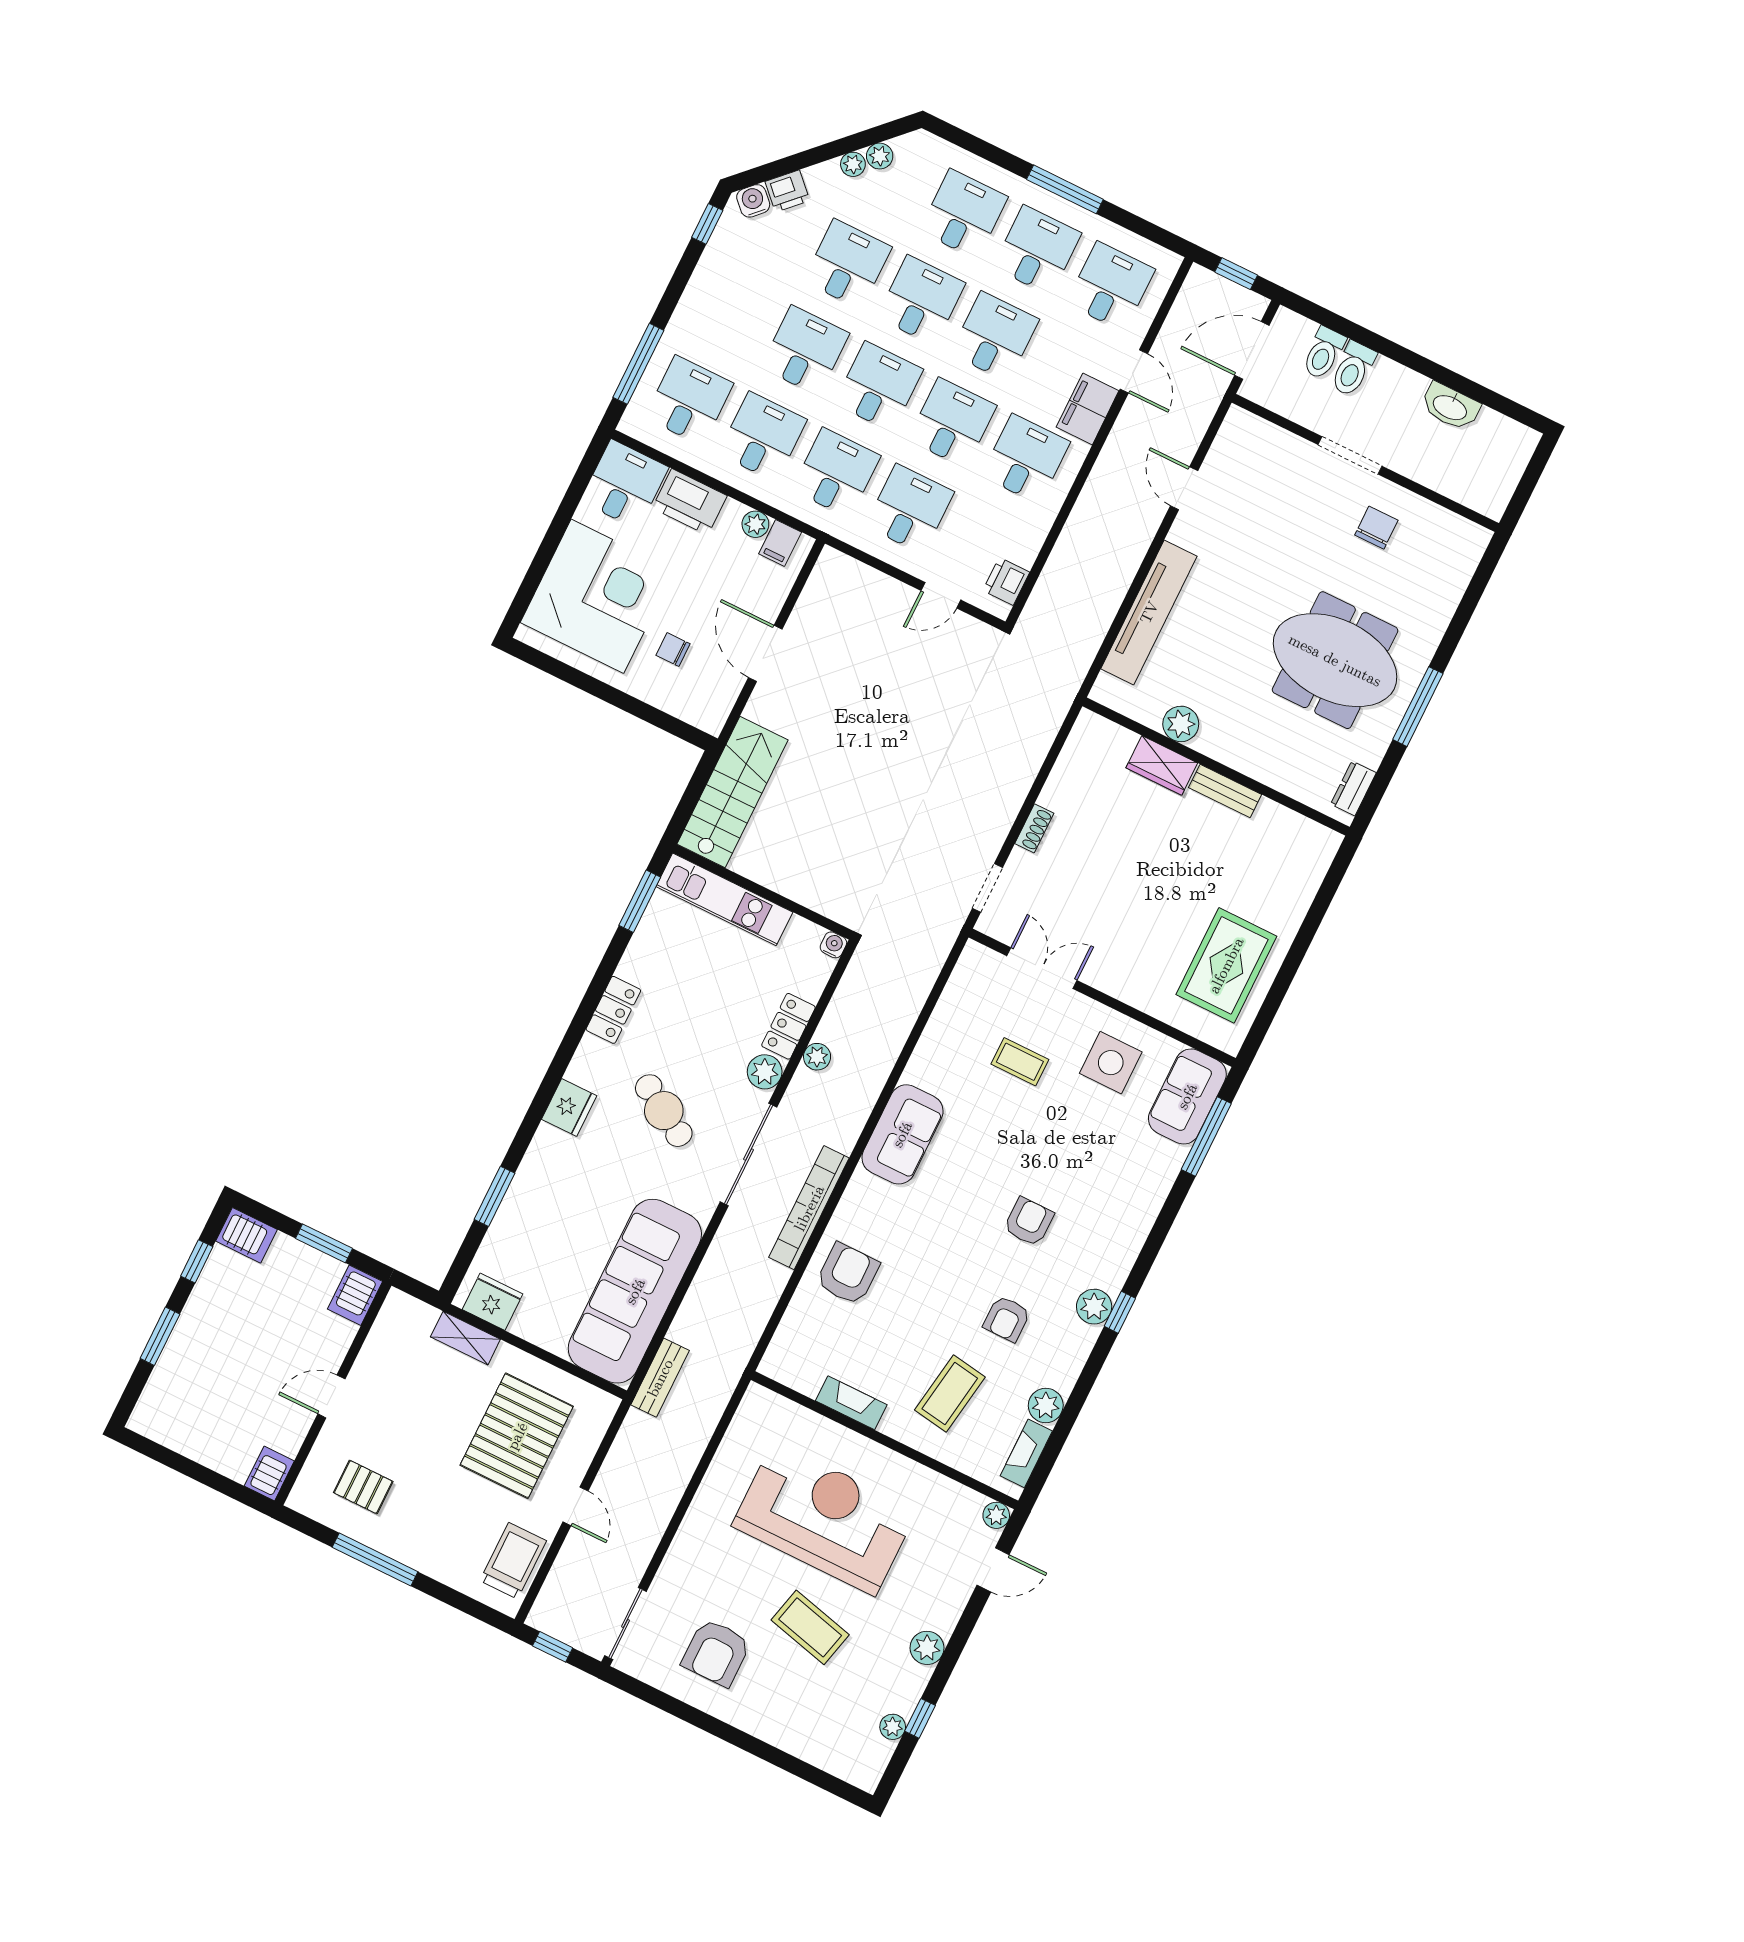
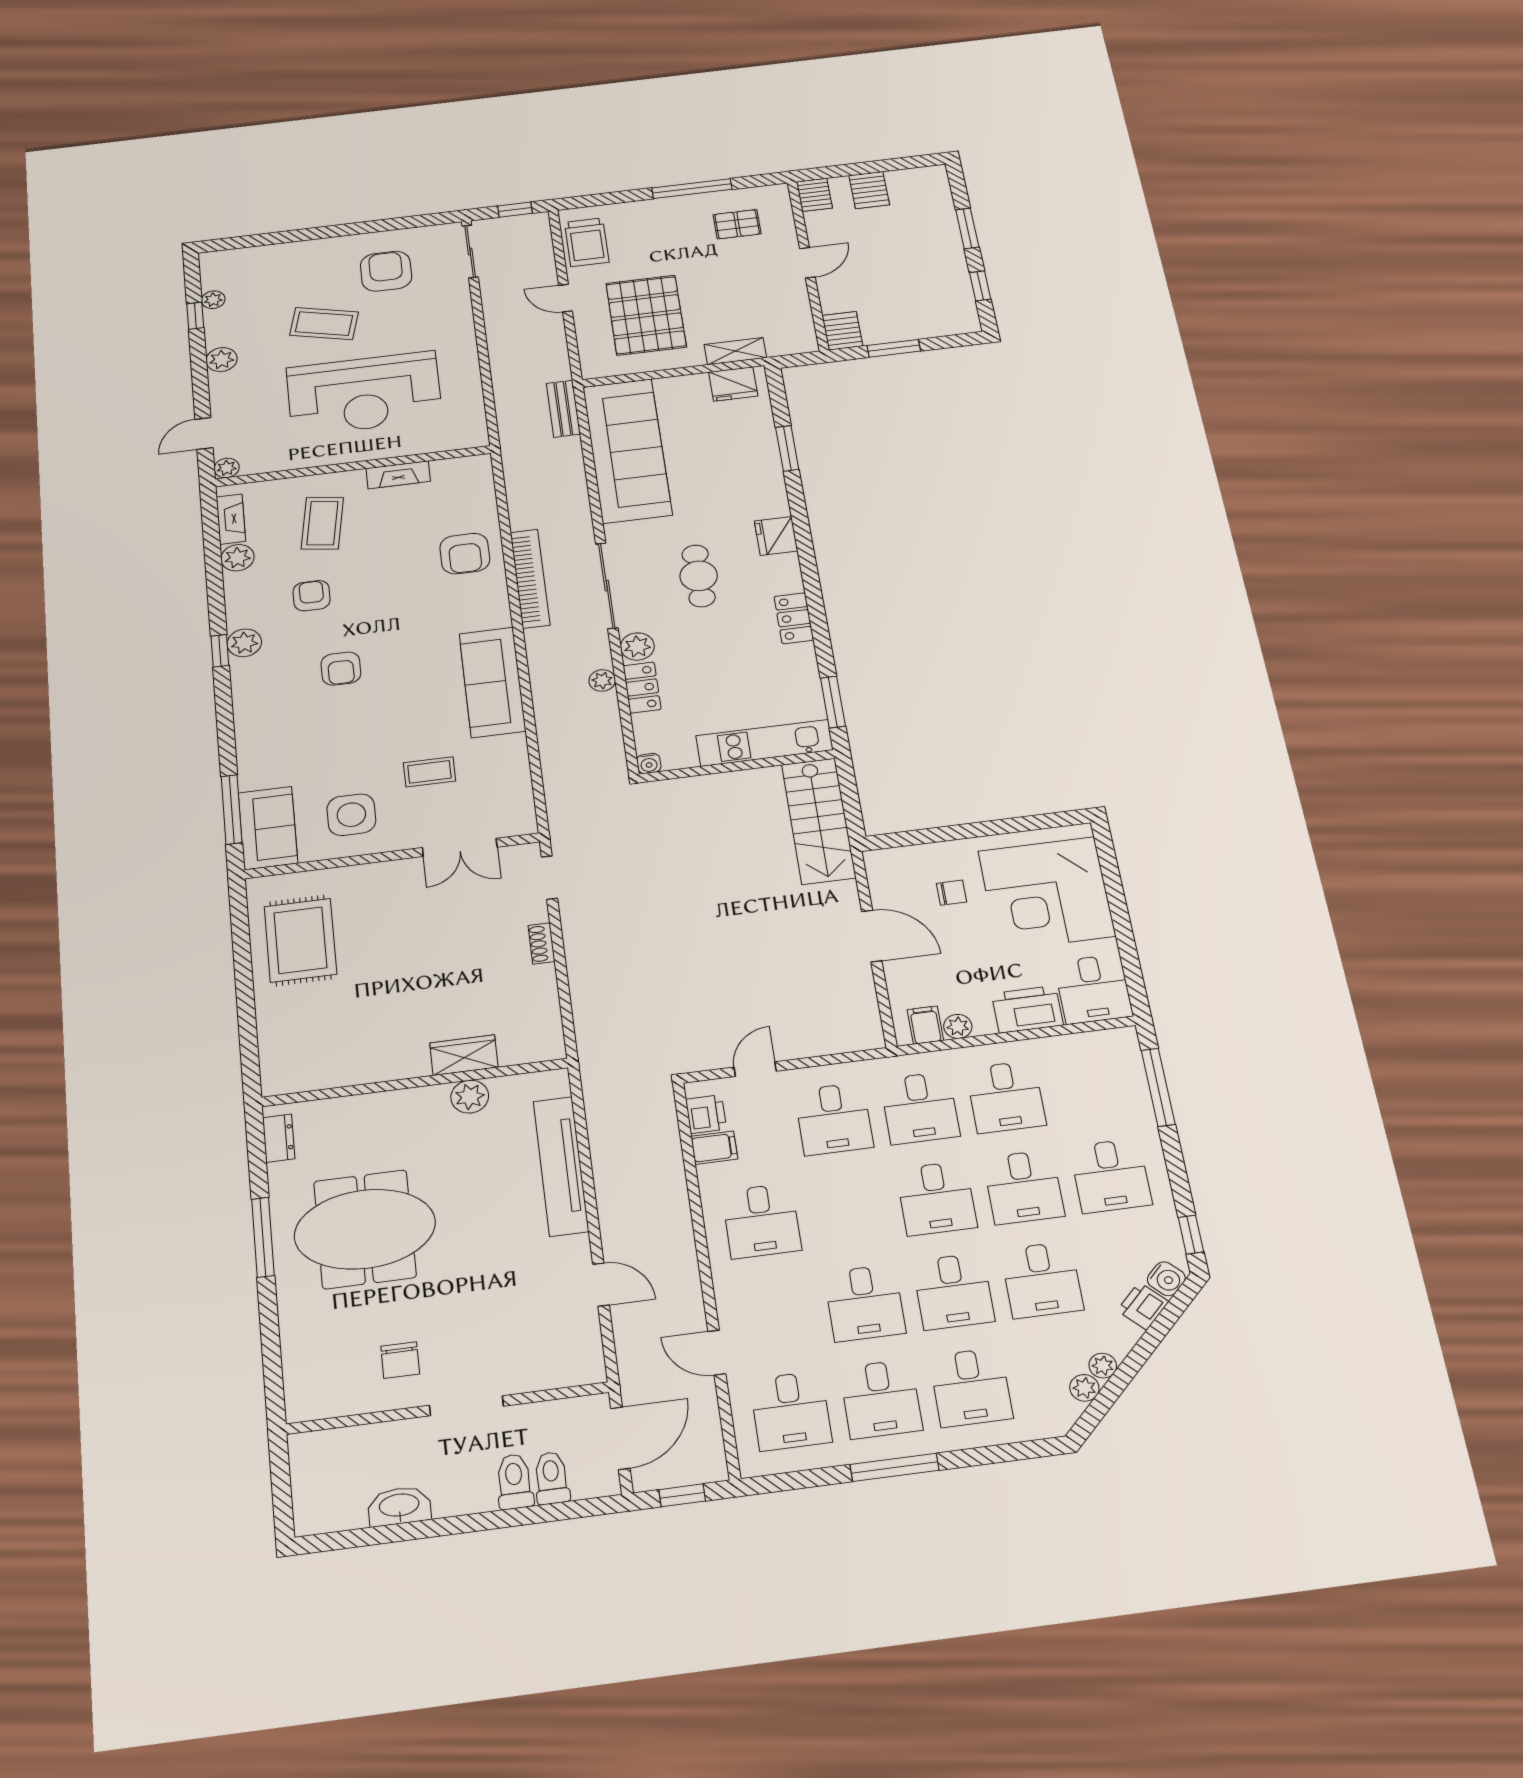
desk: (689, 400) -> (1111, 1176), moved
filing cabinet: (1088, 409) -> (714, 1148), moved, width x0.50
desk: (952, 423) -> (849, 1209), removed
bench: (1225, 791) -> (393, 1069), removed
cafe table: (664, 1111) -> (699, 576), turned 59
sofa: (902, 1134) -> (492, 682), width x1.36
server rack: (246, 1235) -> (869, 190), moved, turned -90

